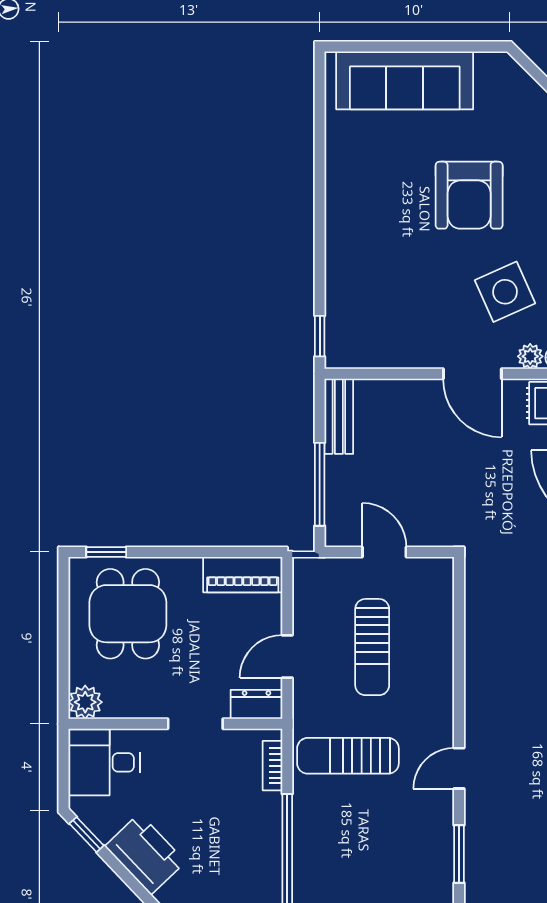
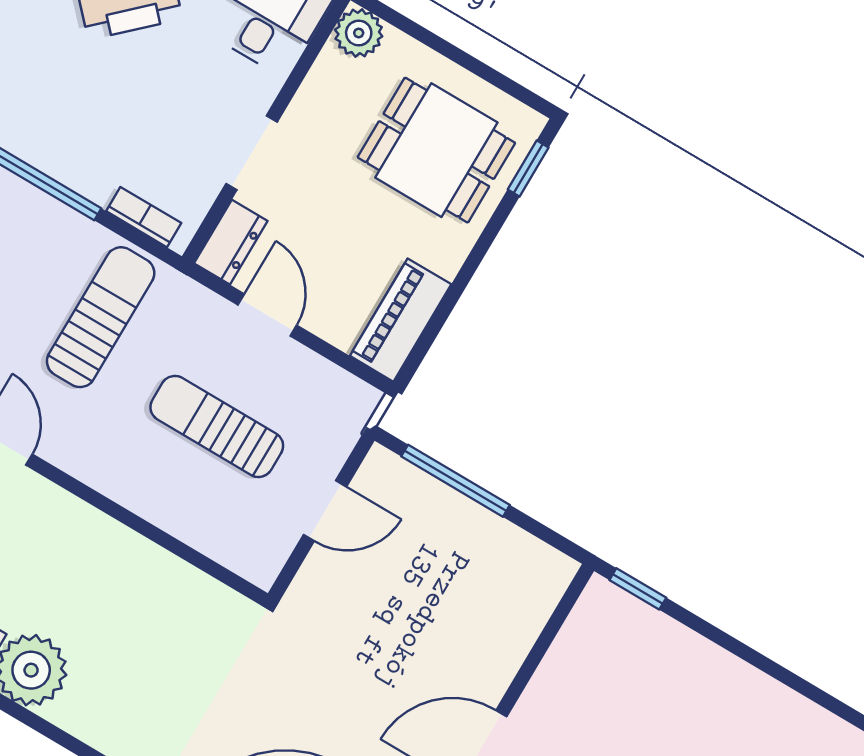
bench: (339, 416) -> (525, 554), removed

